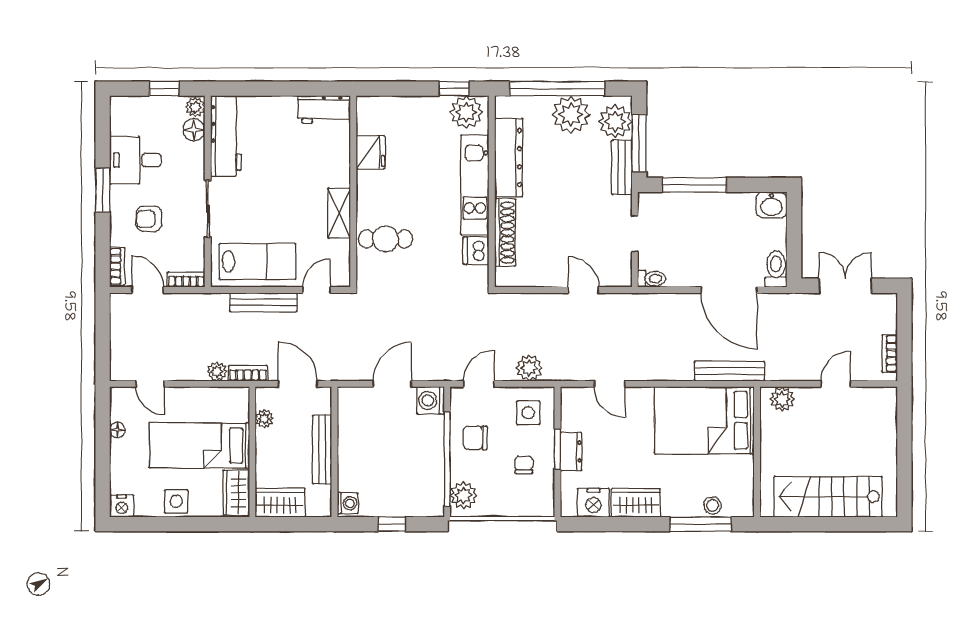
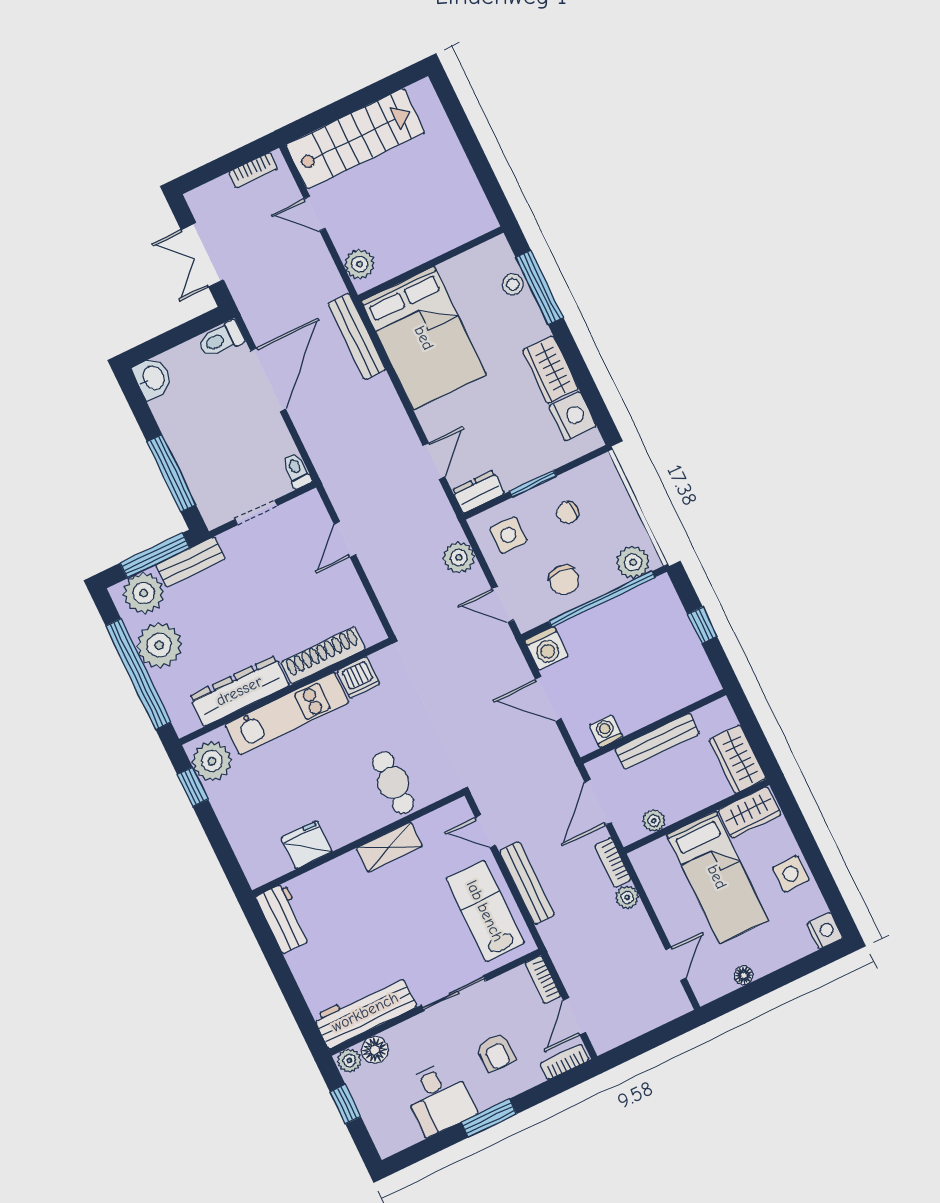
dresser: (571, 451) -> (478, 492), moved
stairs: (828, 497) -> (355, 139), moved, turned -90
washing machine: (348, 503) -> (606, 731), moved

